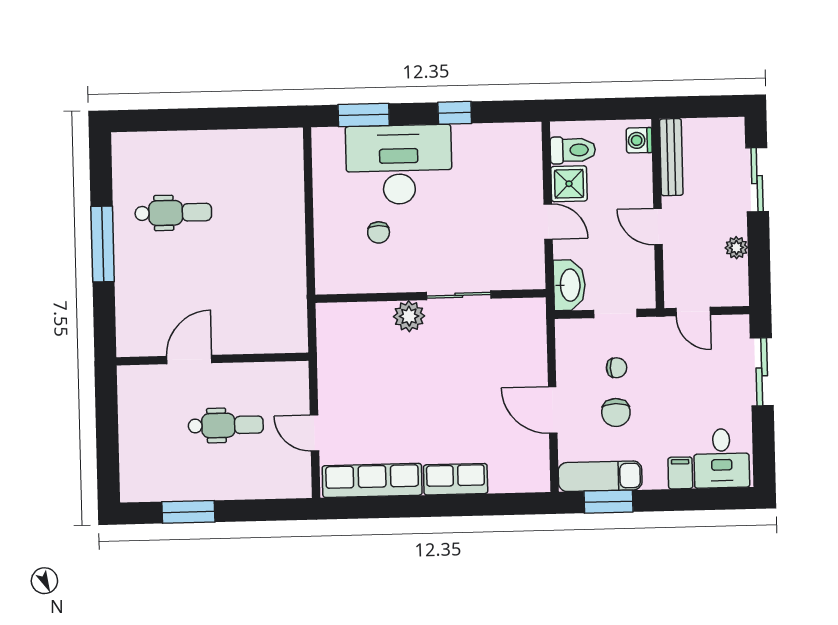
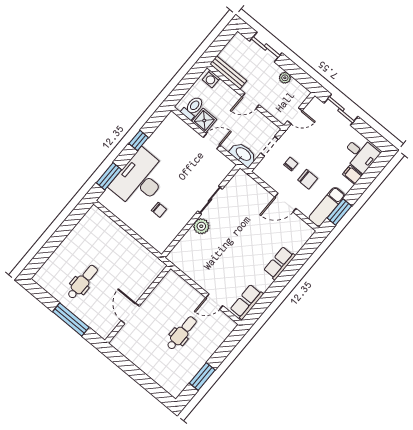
wall: (212, 359) -> (138, 304), moved
door: (189, 360) -> (130, 313), moved
row of seats: (372, 480) -> (247, 302), width x0.68

